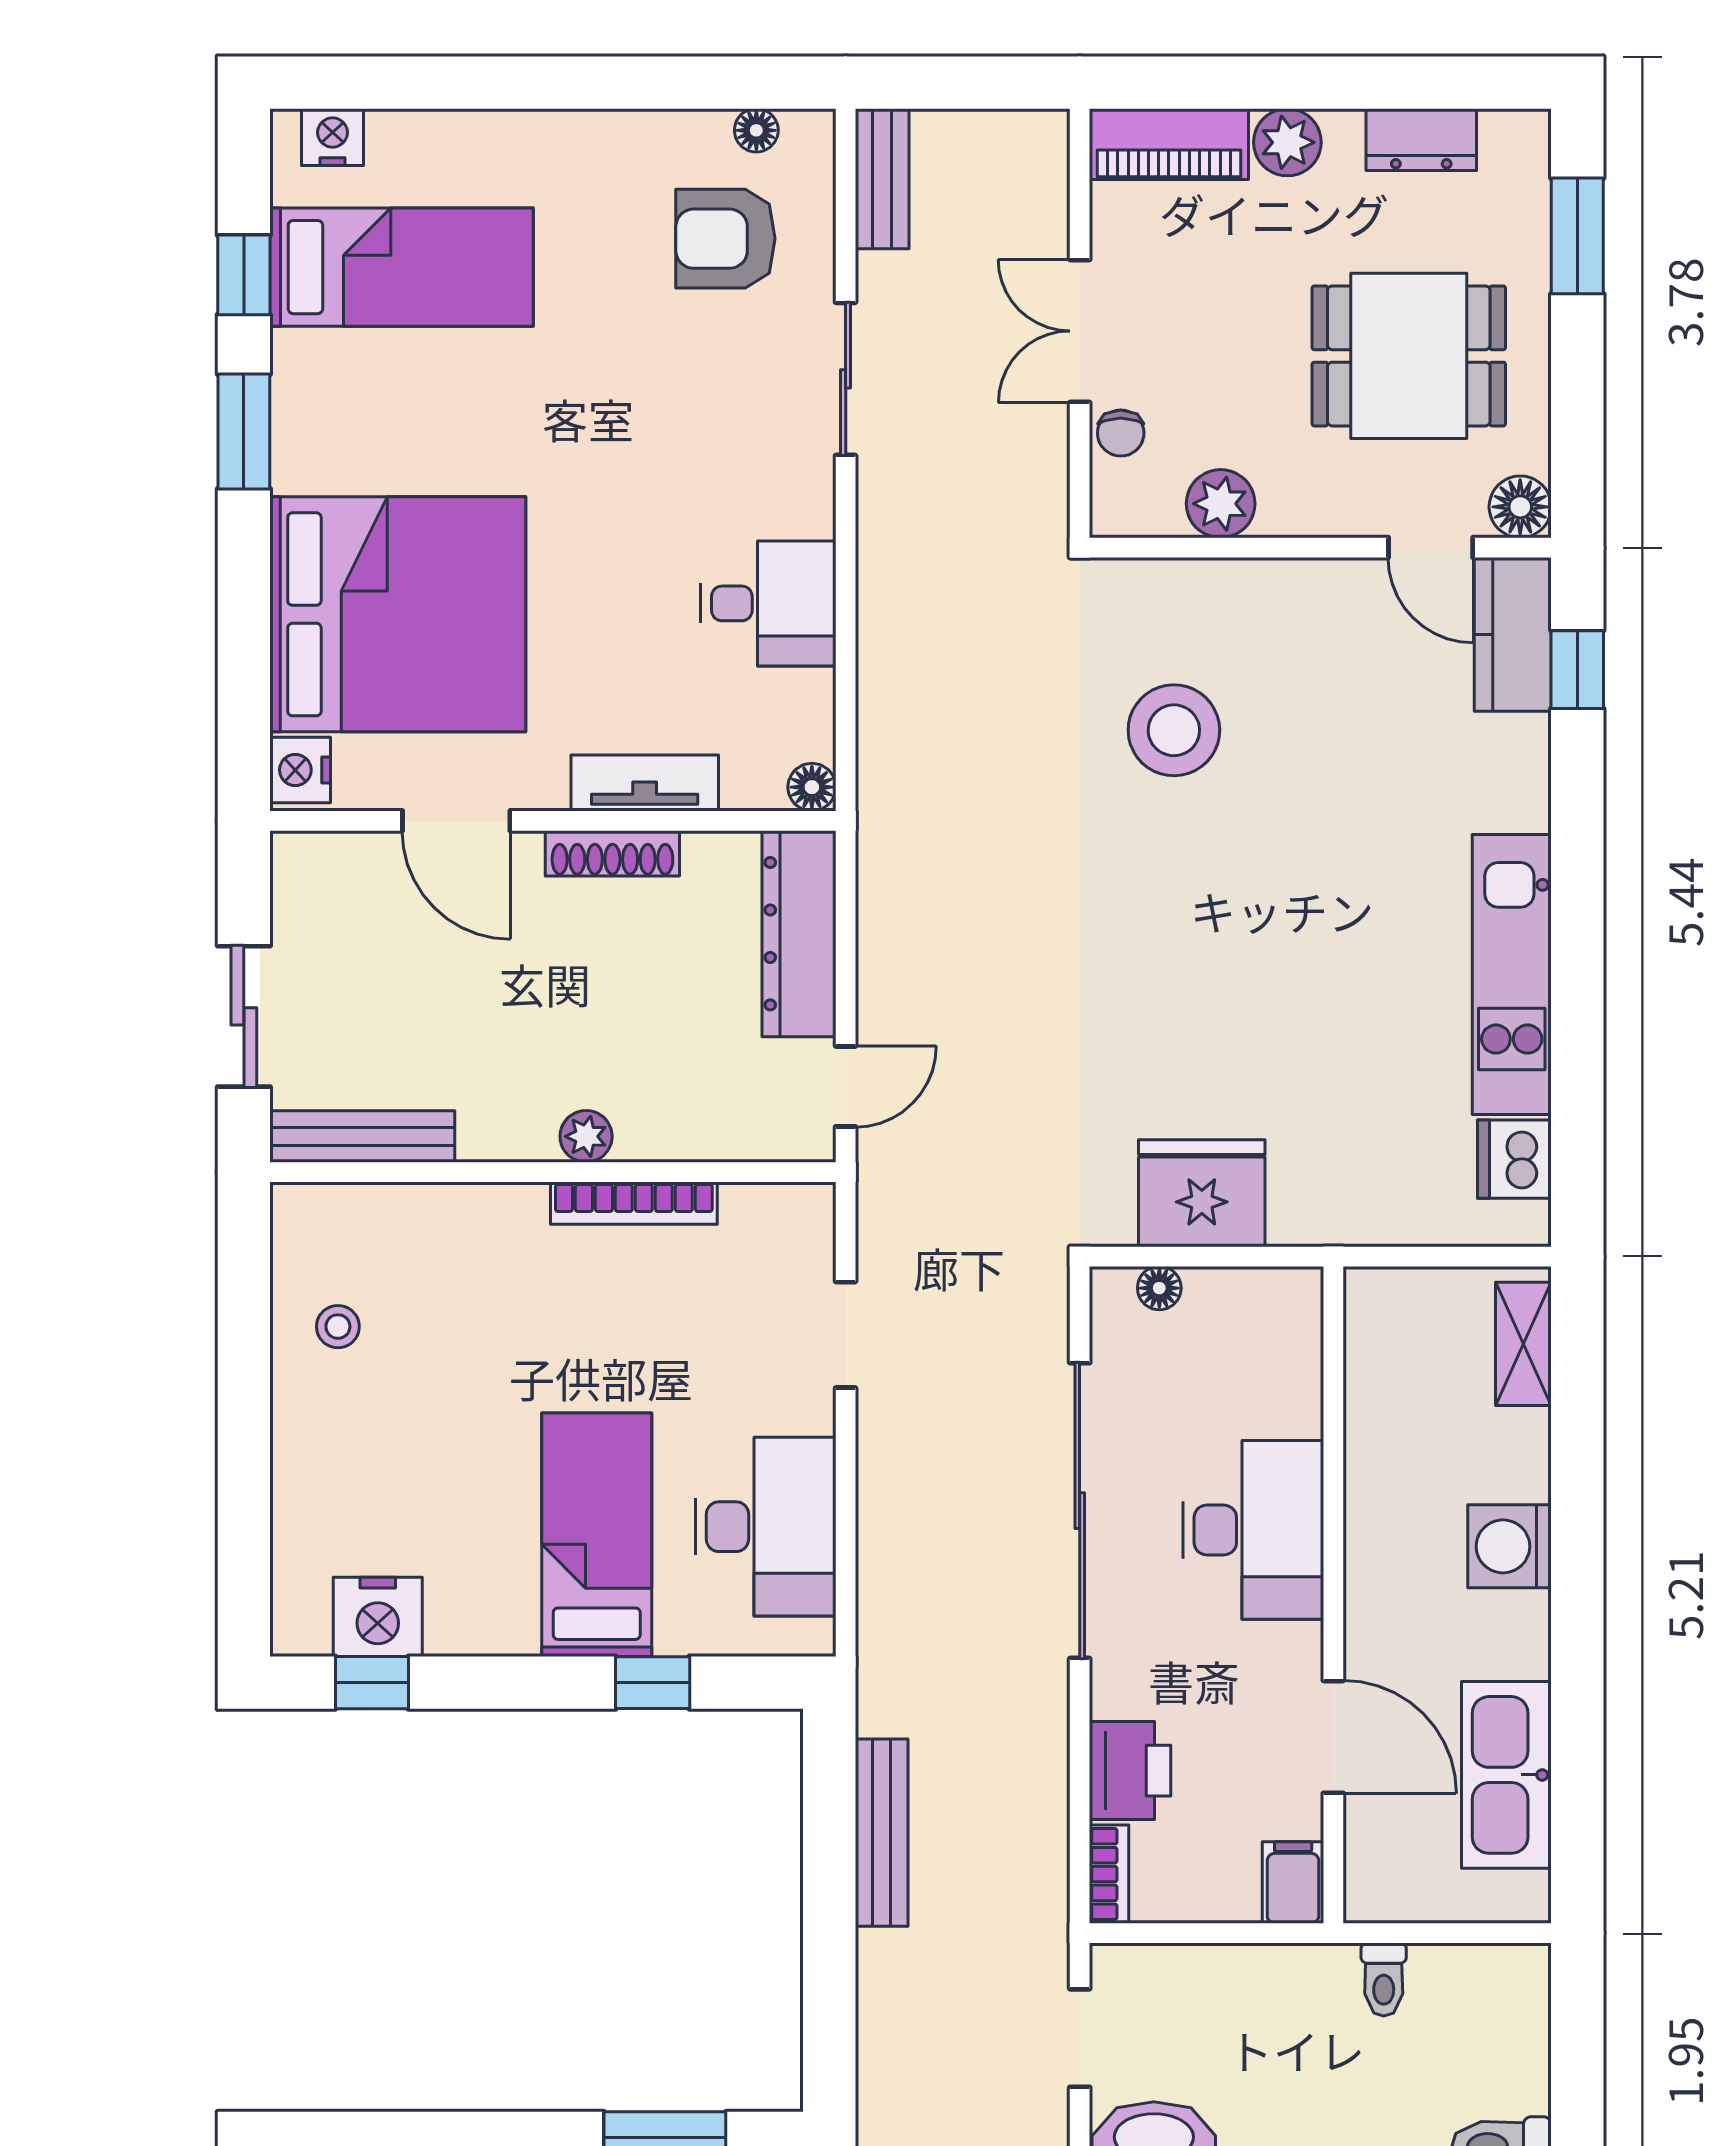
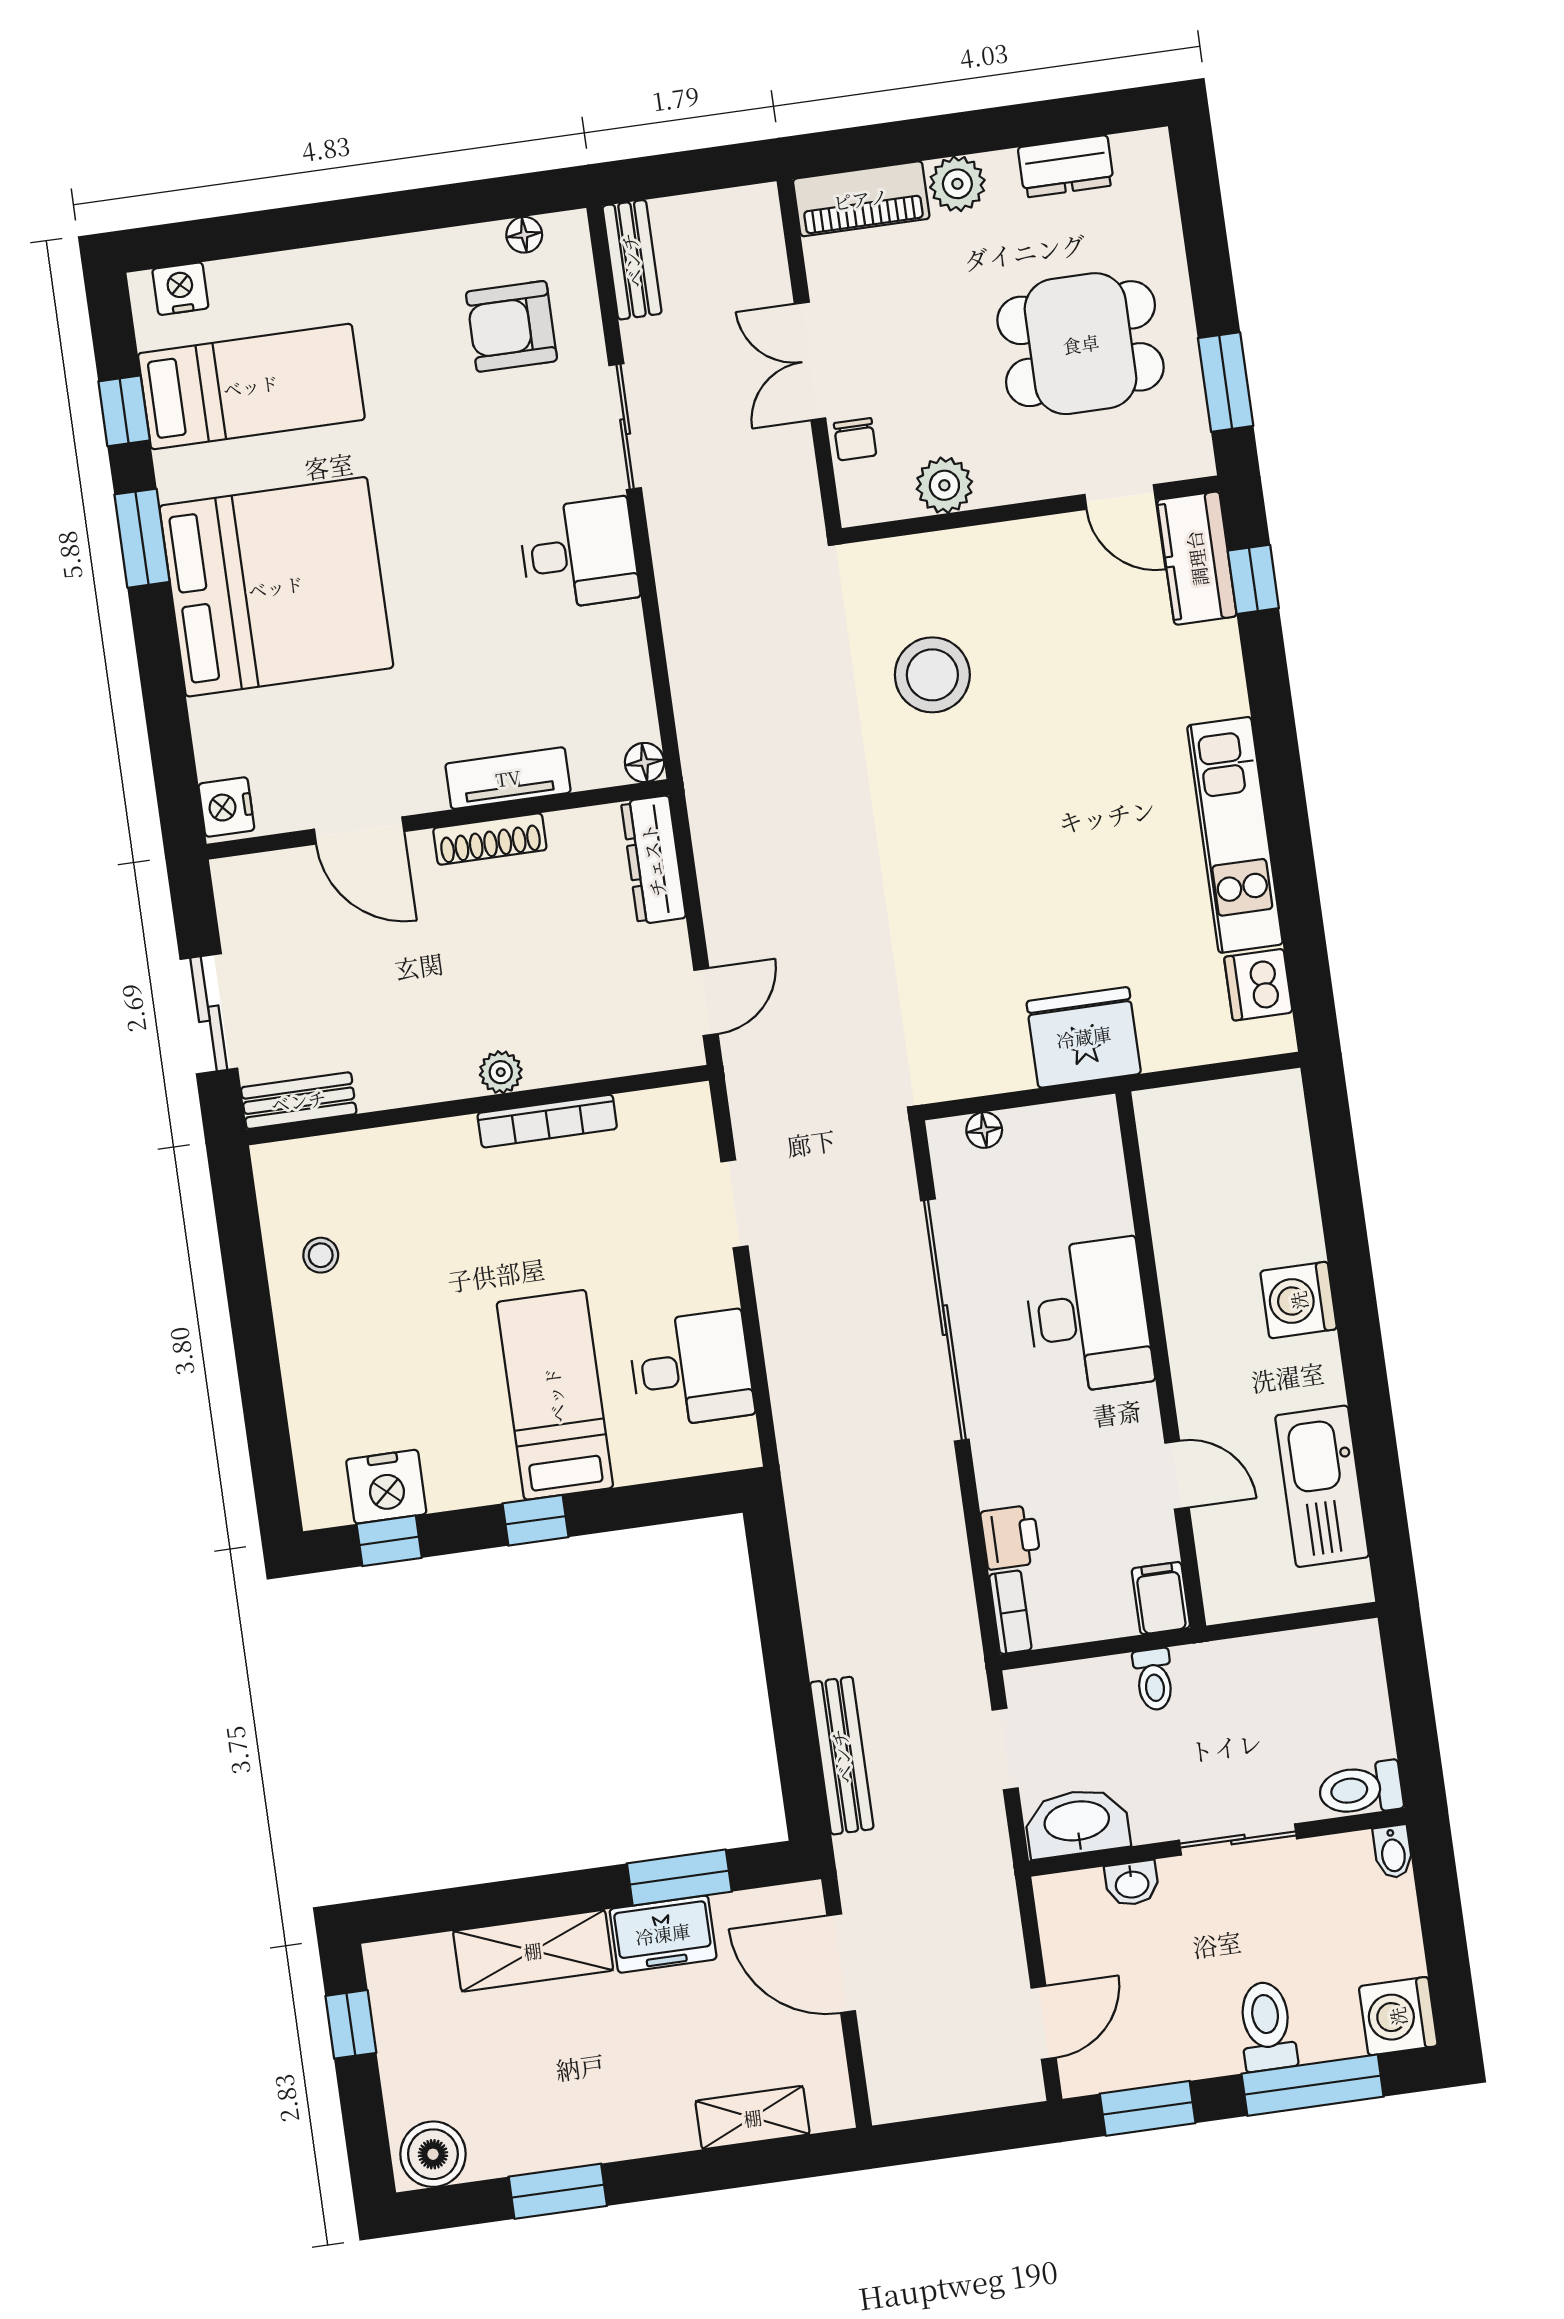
window: (1577, 236) -> (1226, 382), moved
floor lamp: (1520, 507) -> (1188, 454), removed
desk: (768, 603) -> (579, 554), moved
bed: (398, 614) -> (276, 587), moved
dresser: (799, 934) -> (653, 860), width x0.73, depth x0.80
bench: (362, 1136) -> (299, 1101), width x0.73
fridge: (1202, 1193) -> (1084, 1037), moved
shelving: (1523, 1344) -> (1287, 1134), removed
desk: (765, 1527) -> (691, 1369), width x0.73
window: (653, 1683) -> (535, 1520), moved
door: (1333, 1737) -> (1177, 1475), width x0.73
printer: (1130, 1771) -> (1011, 1537), width x0.73, depth x0.81
bench: (882, 1833) -> (842, 1756), moved
toilet: (1384, 1979) -> (1154, 1679), moved

